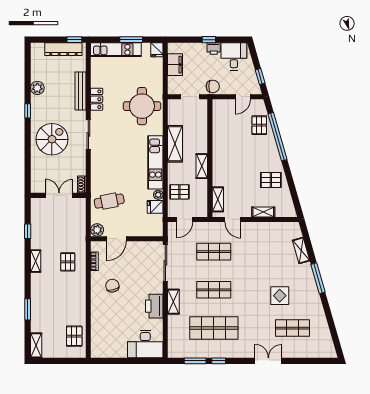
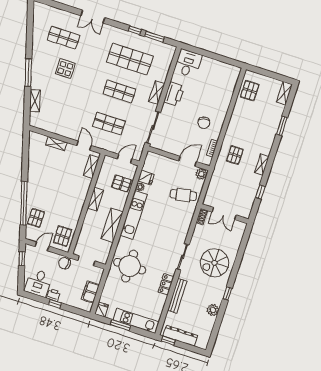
pallet: (271, 180) -> (63, 236), moved, turned 90
desk: (145, 344) -> (188, 63), width x0.73

